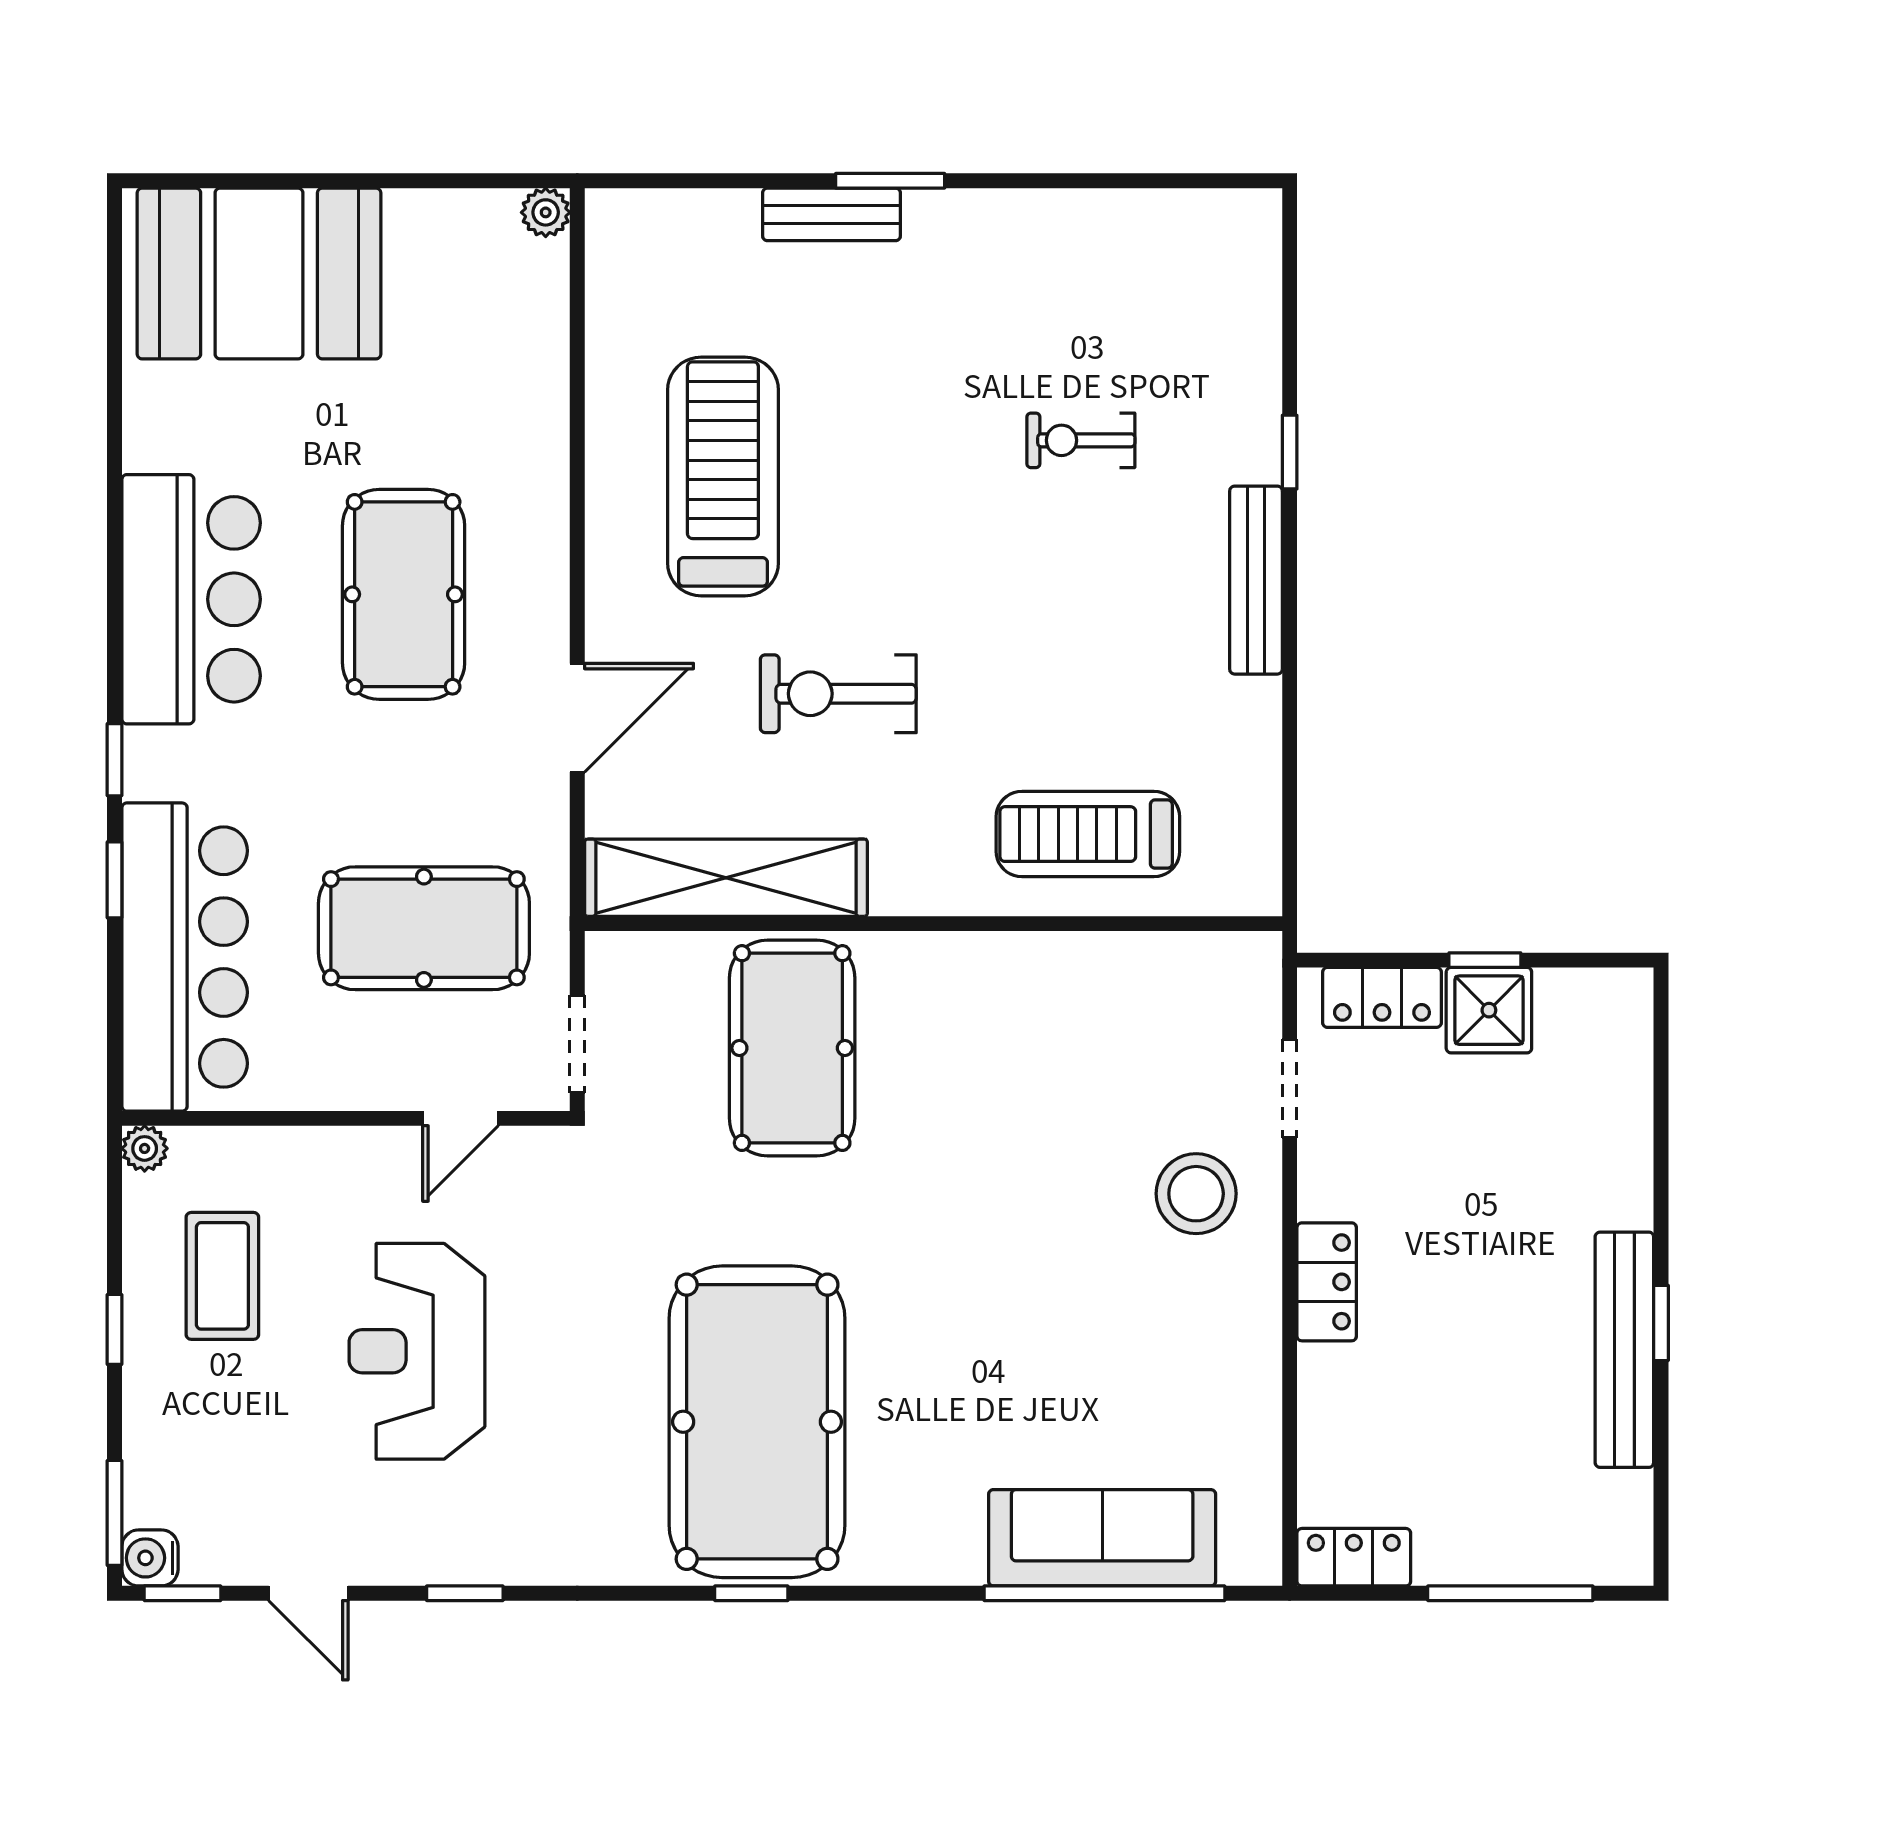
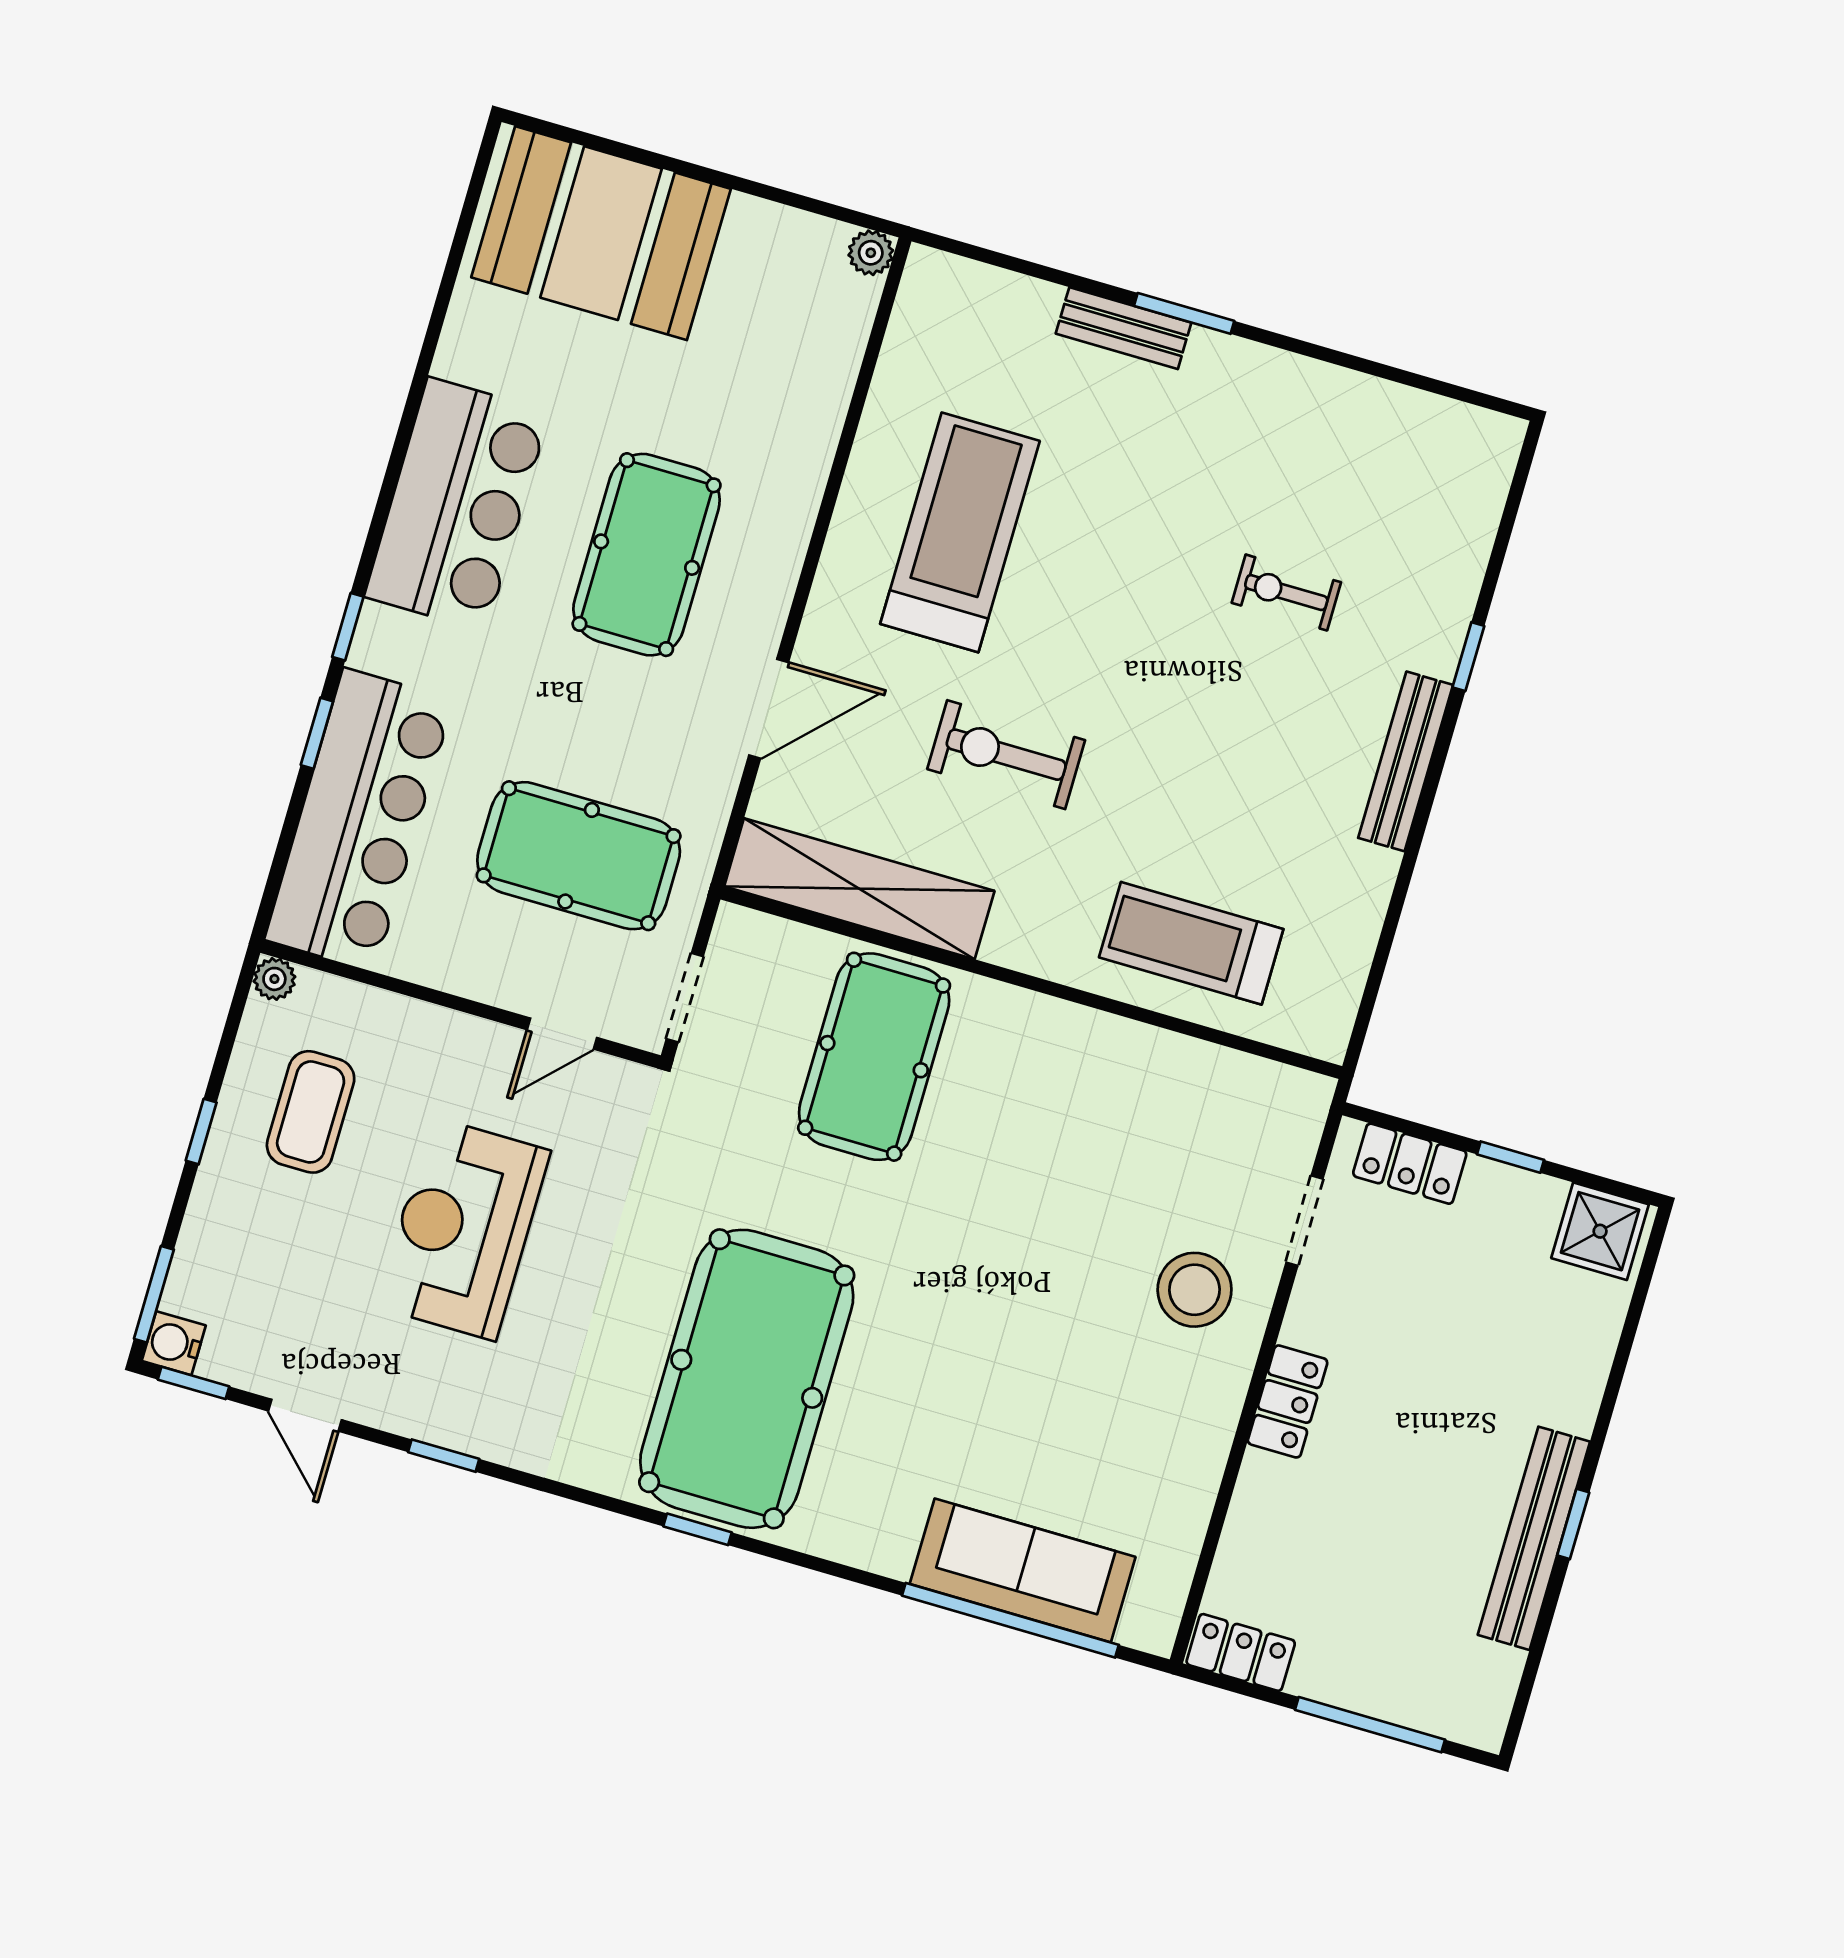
shower: (1489, 1010) -> (1600, 1231), moved

